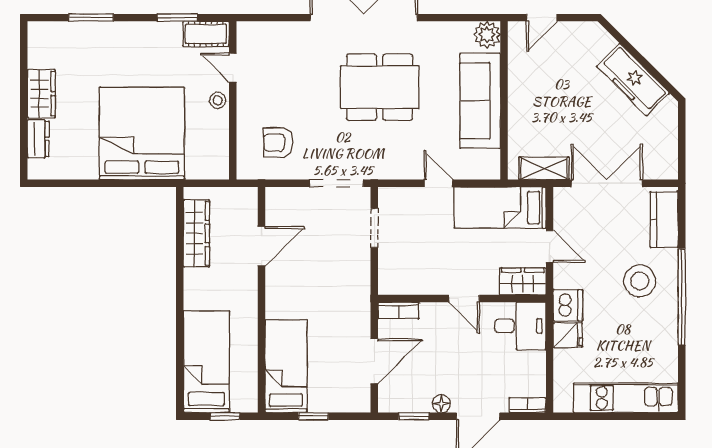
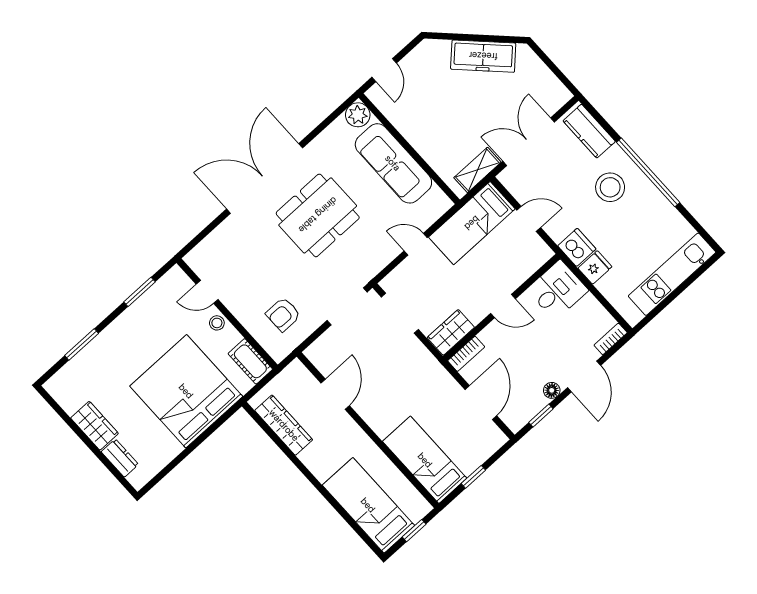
cot: (206, 34) -> (250, 361), moved, turned 90
doorway: (374, 228) -> (400, 313), width x1.38
wardrobe: (523, 281) -> (451, 332), moved

